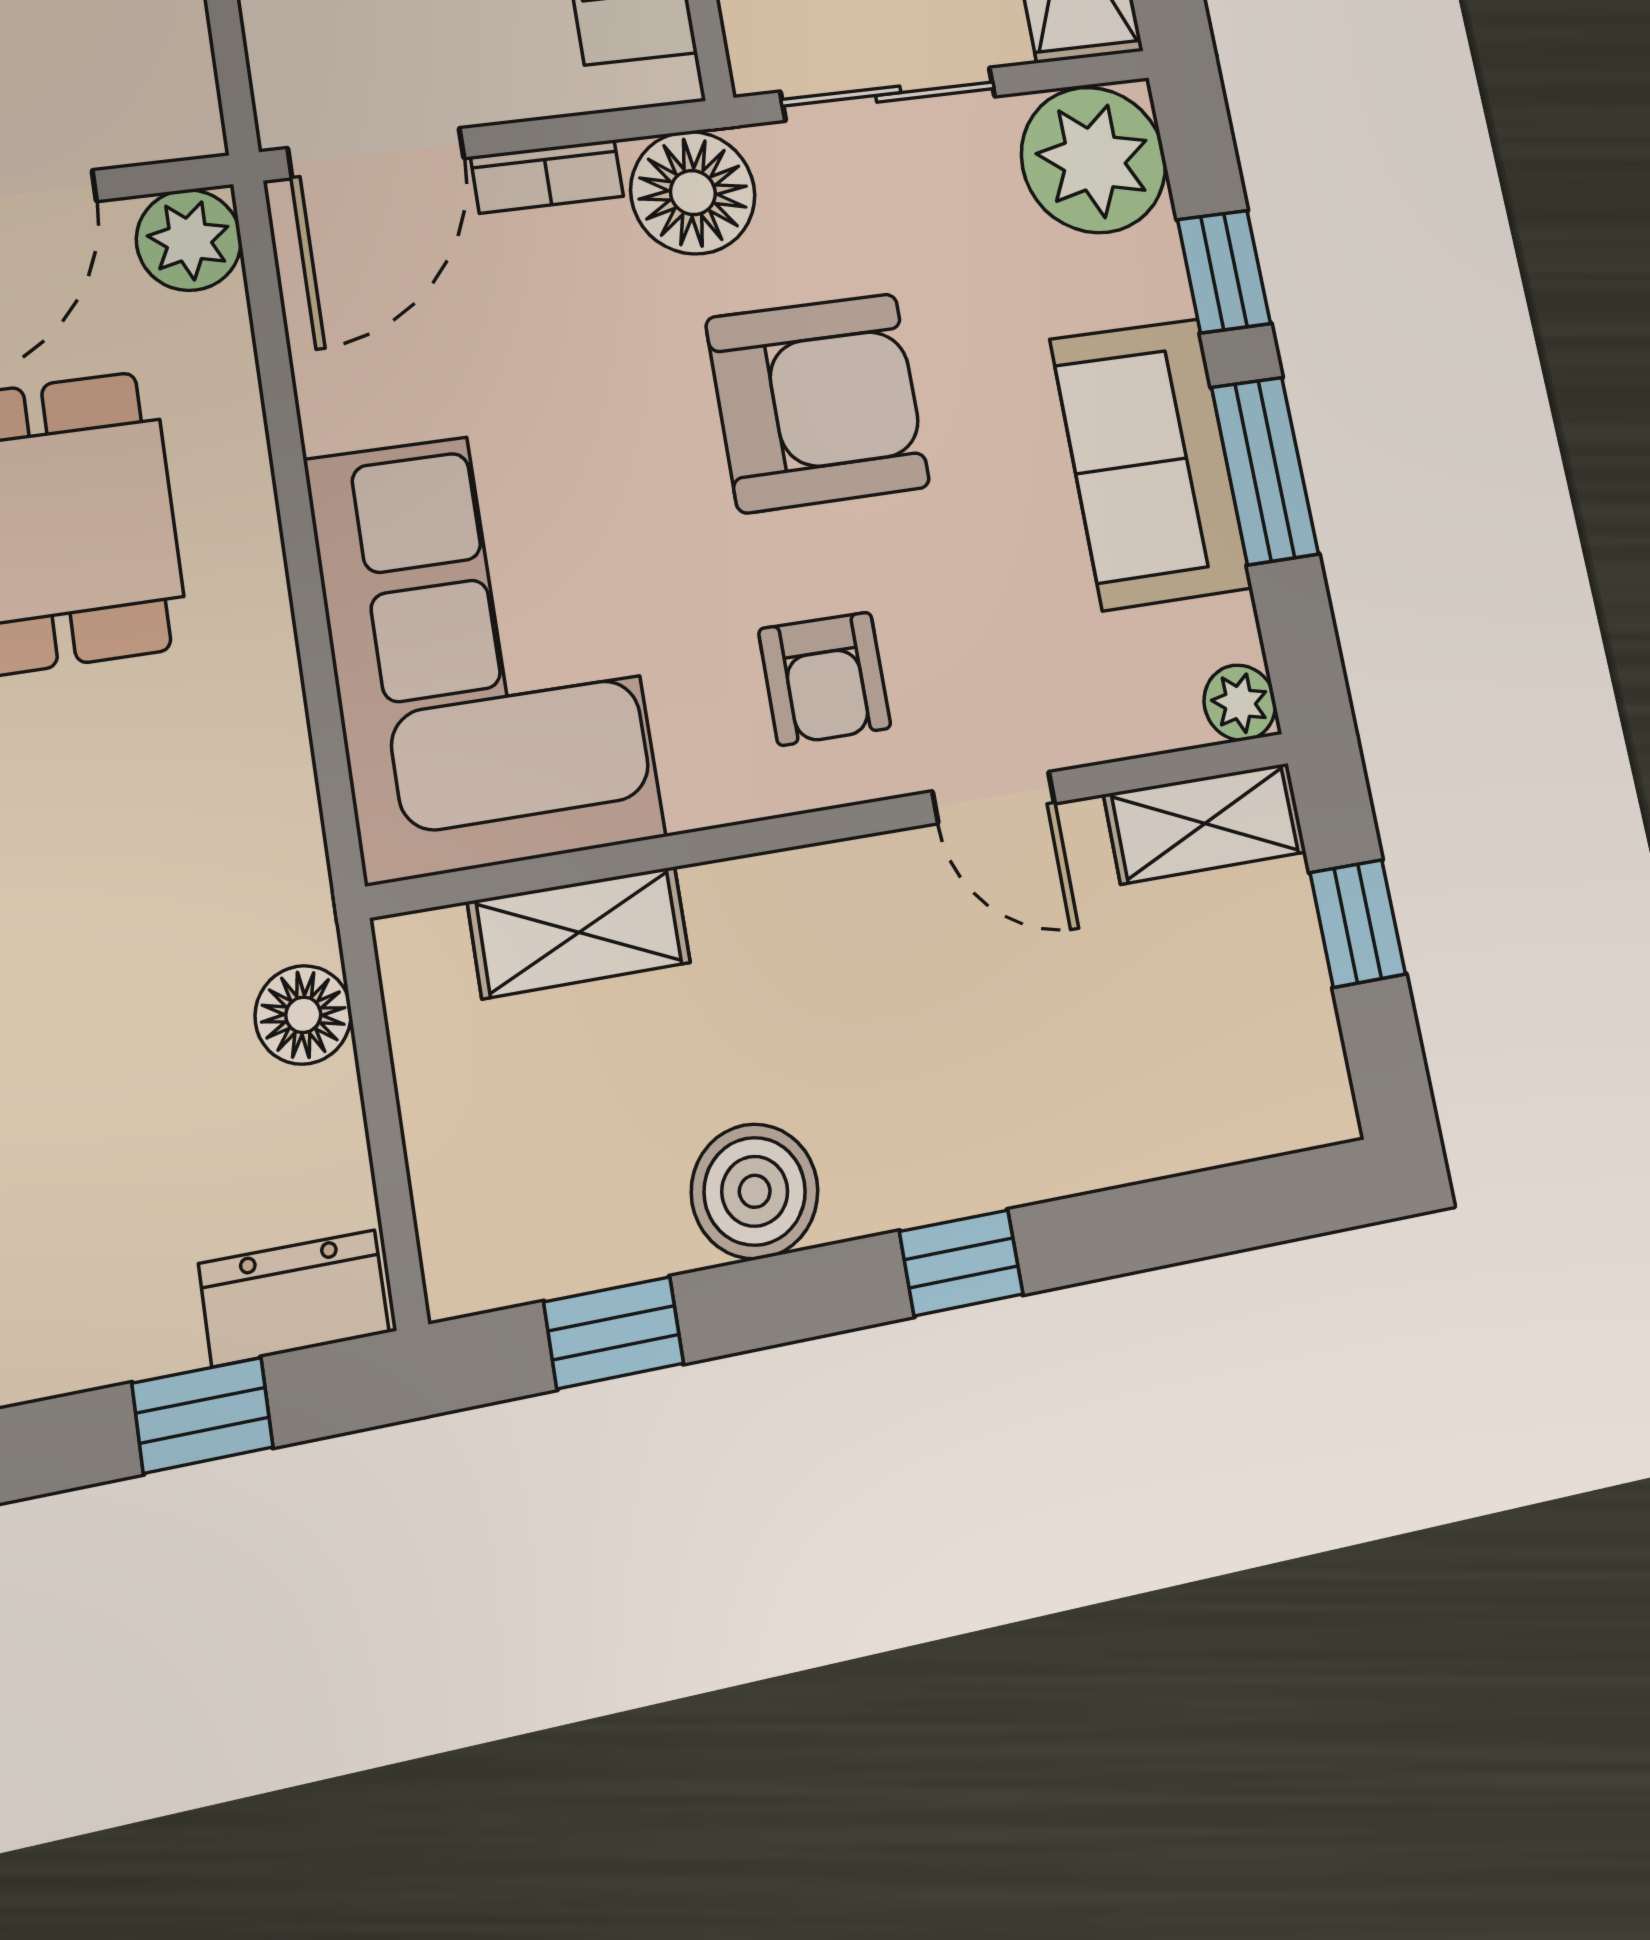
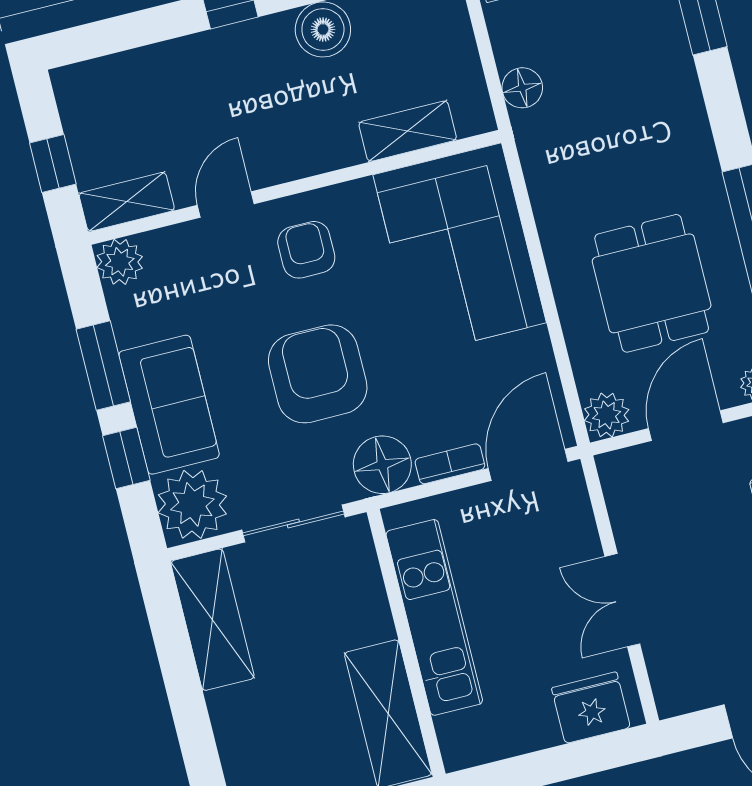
armchair: (818, 402) -> (318, 374), turned 90
sofa: (1151, 463) -> (169, 405), moved
plant: (1240, 703) -> (120, 262), width x1.38, depth x1.38
door: (994, 797) -> (226, 205), hinge flipped

